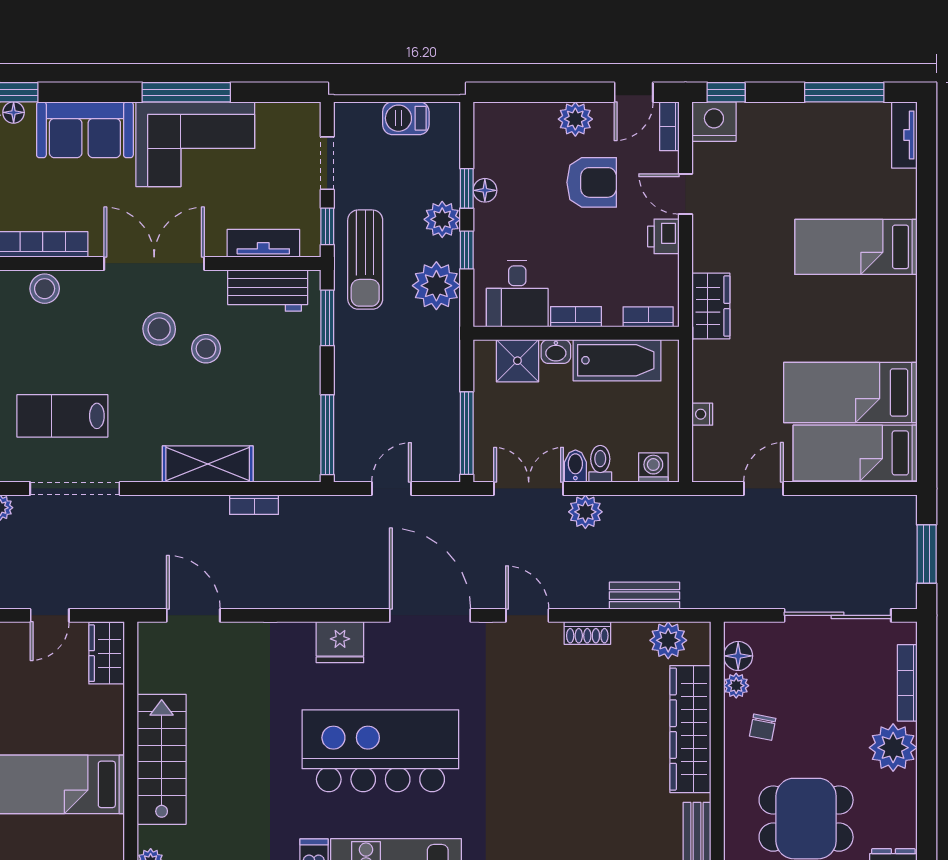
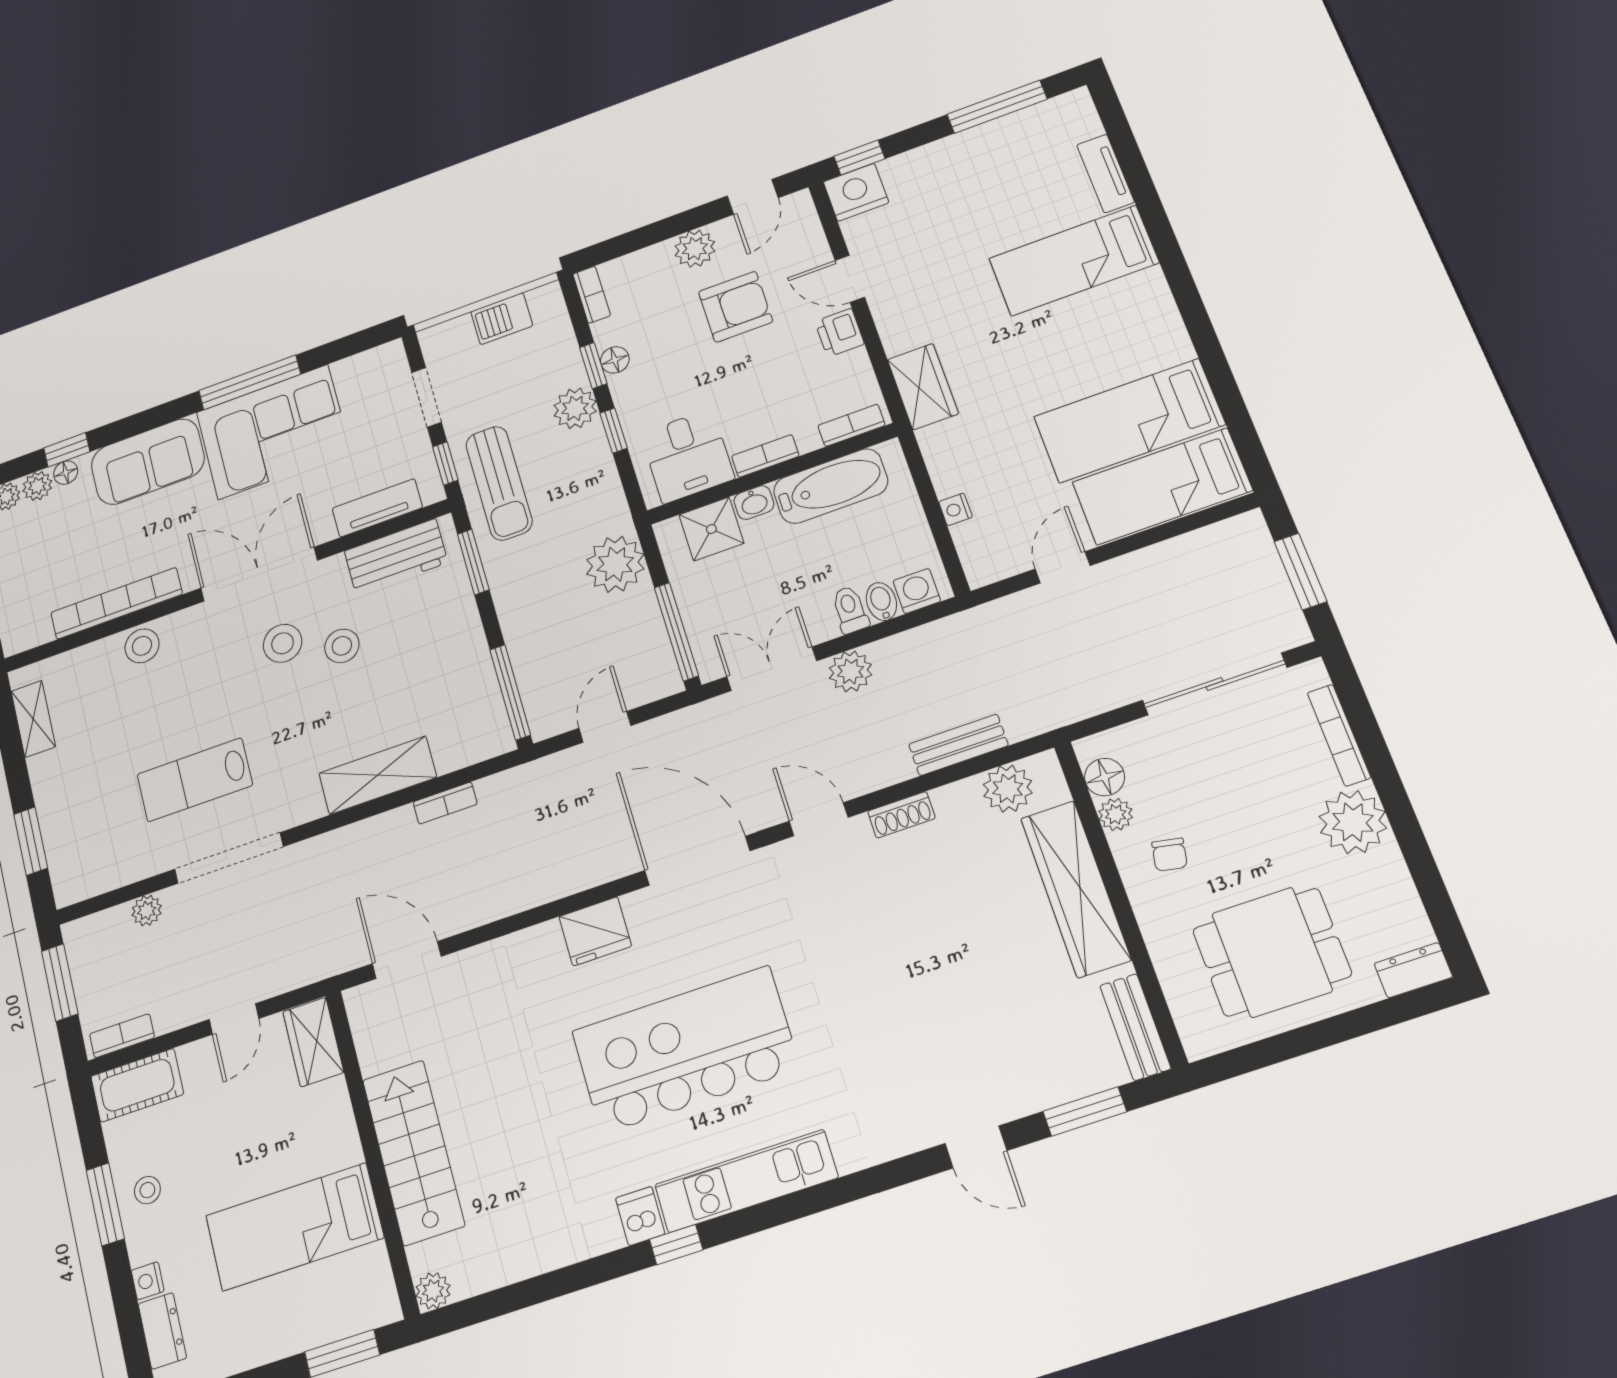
bookcase: (669, 126) -> (592, 295), moved, turned 180
tv unit: (904, 135) -> (1105, 173), moved
plant: (436, 286) -> (615, 564), moved
bidet: (575, 466) -> (881, 602), moved

